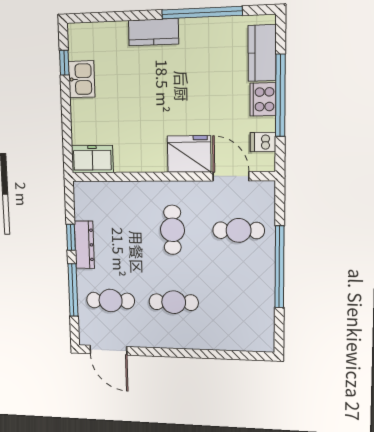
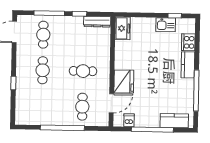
cooker: (263, 99) -> (188, 42), moved, turned -90
dresser: (84, 245) -> (97, 22), moved
window: (198, 354) -> (13, 83), added

